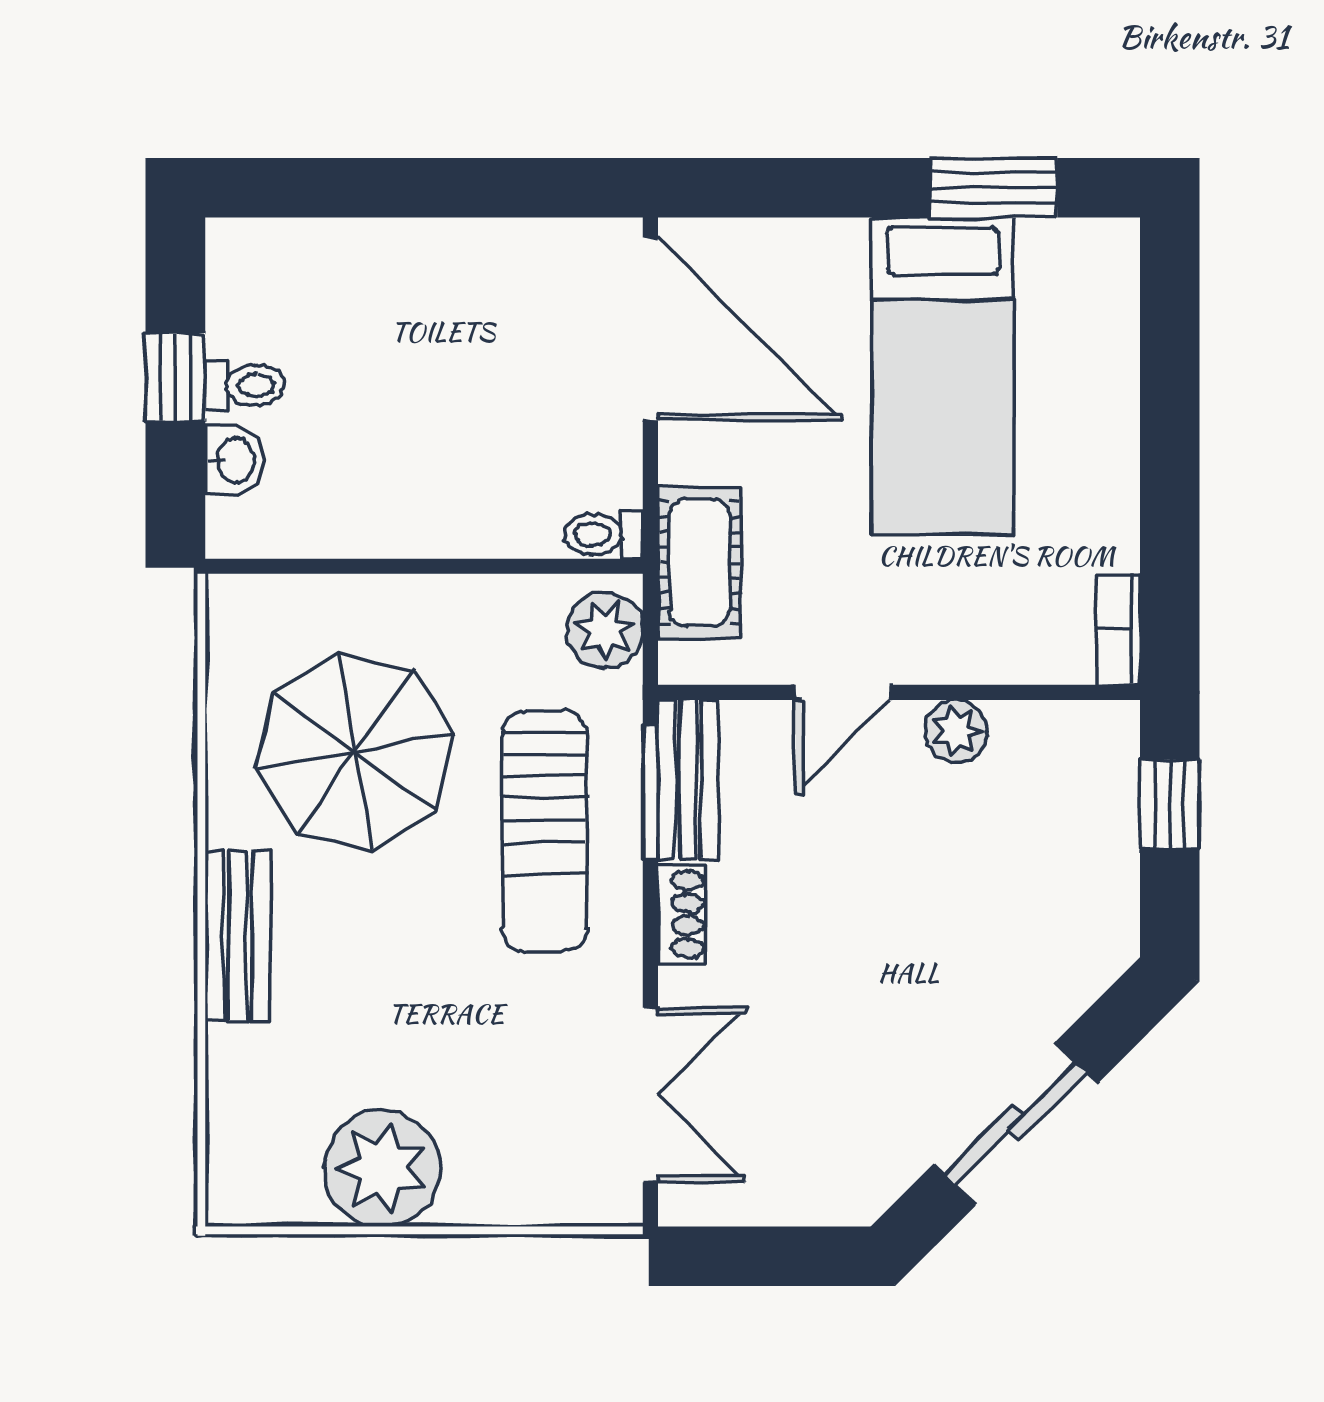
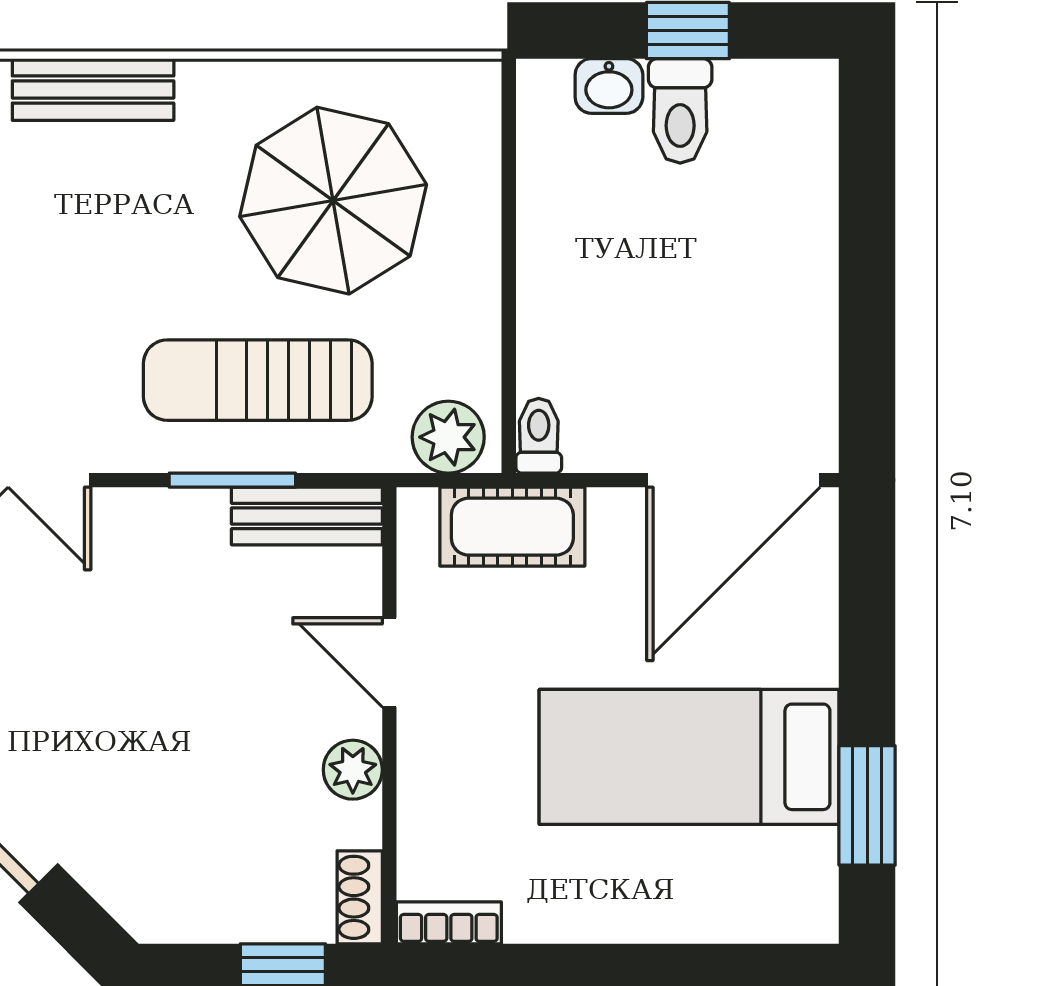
toilet: (245, 385) -> (680, 111), width x1.37, depth x1.39
window: (650, 793) -> (232, 480), moved
shoe rack: (682, 914) -> (360, 897), moved, turned 90
bench: (238, 936) -> (93, 89), moved

